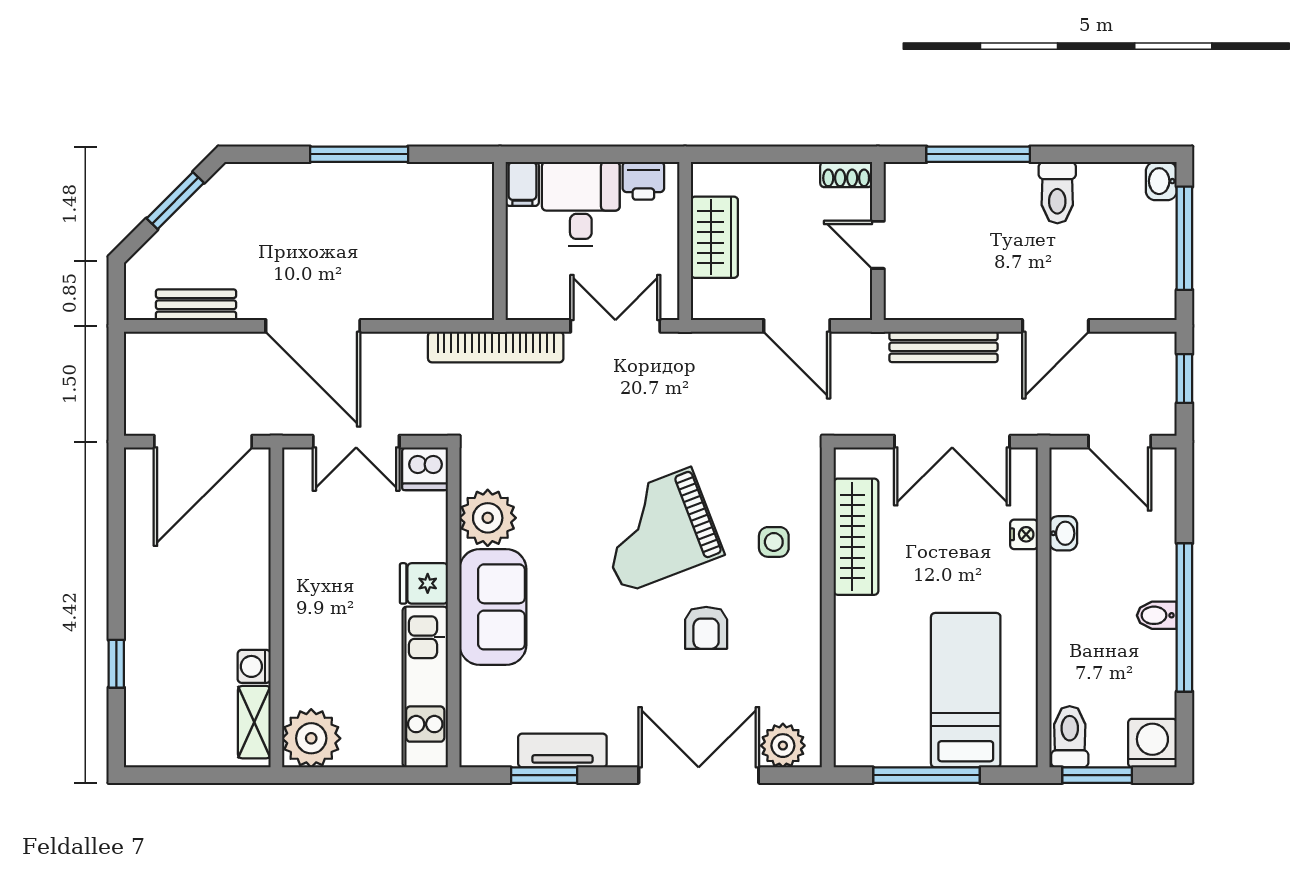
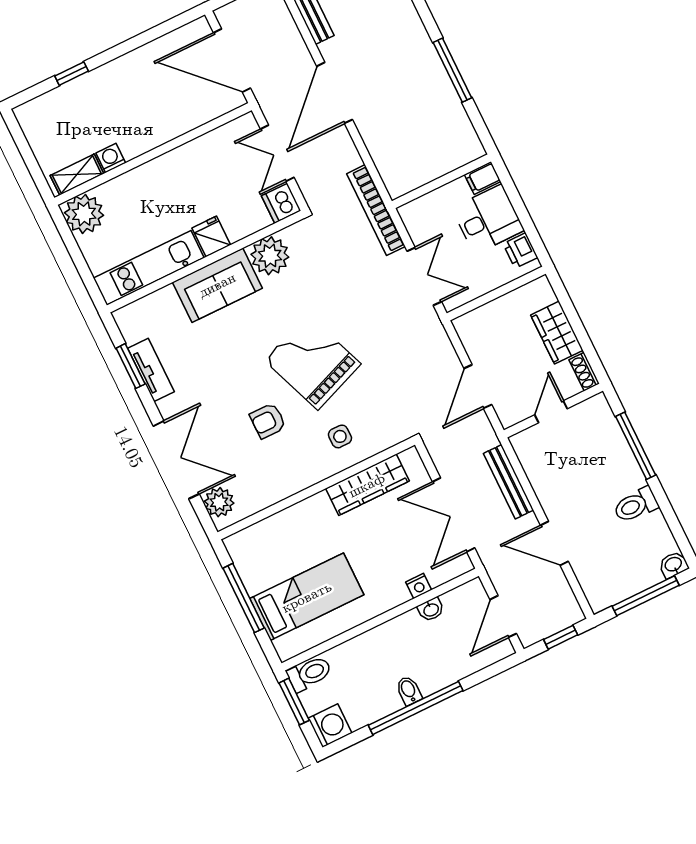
wardrobe: (714, 237) -> (557, 333), moved, turned 90

